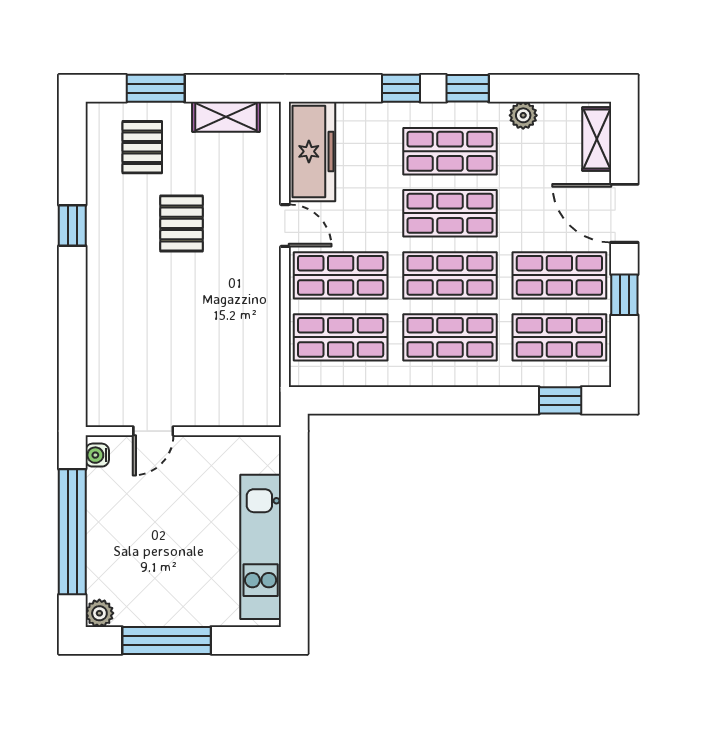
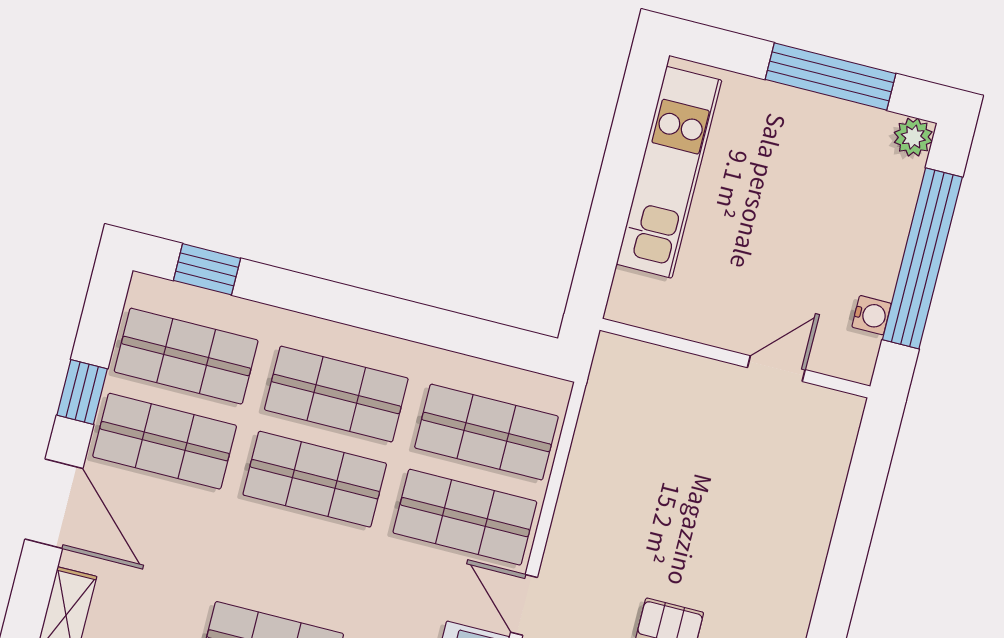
shop shelf: (450, 213) -> (293, 564), removed
water cooler: (97, 455) -> (872, 315), moved

